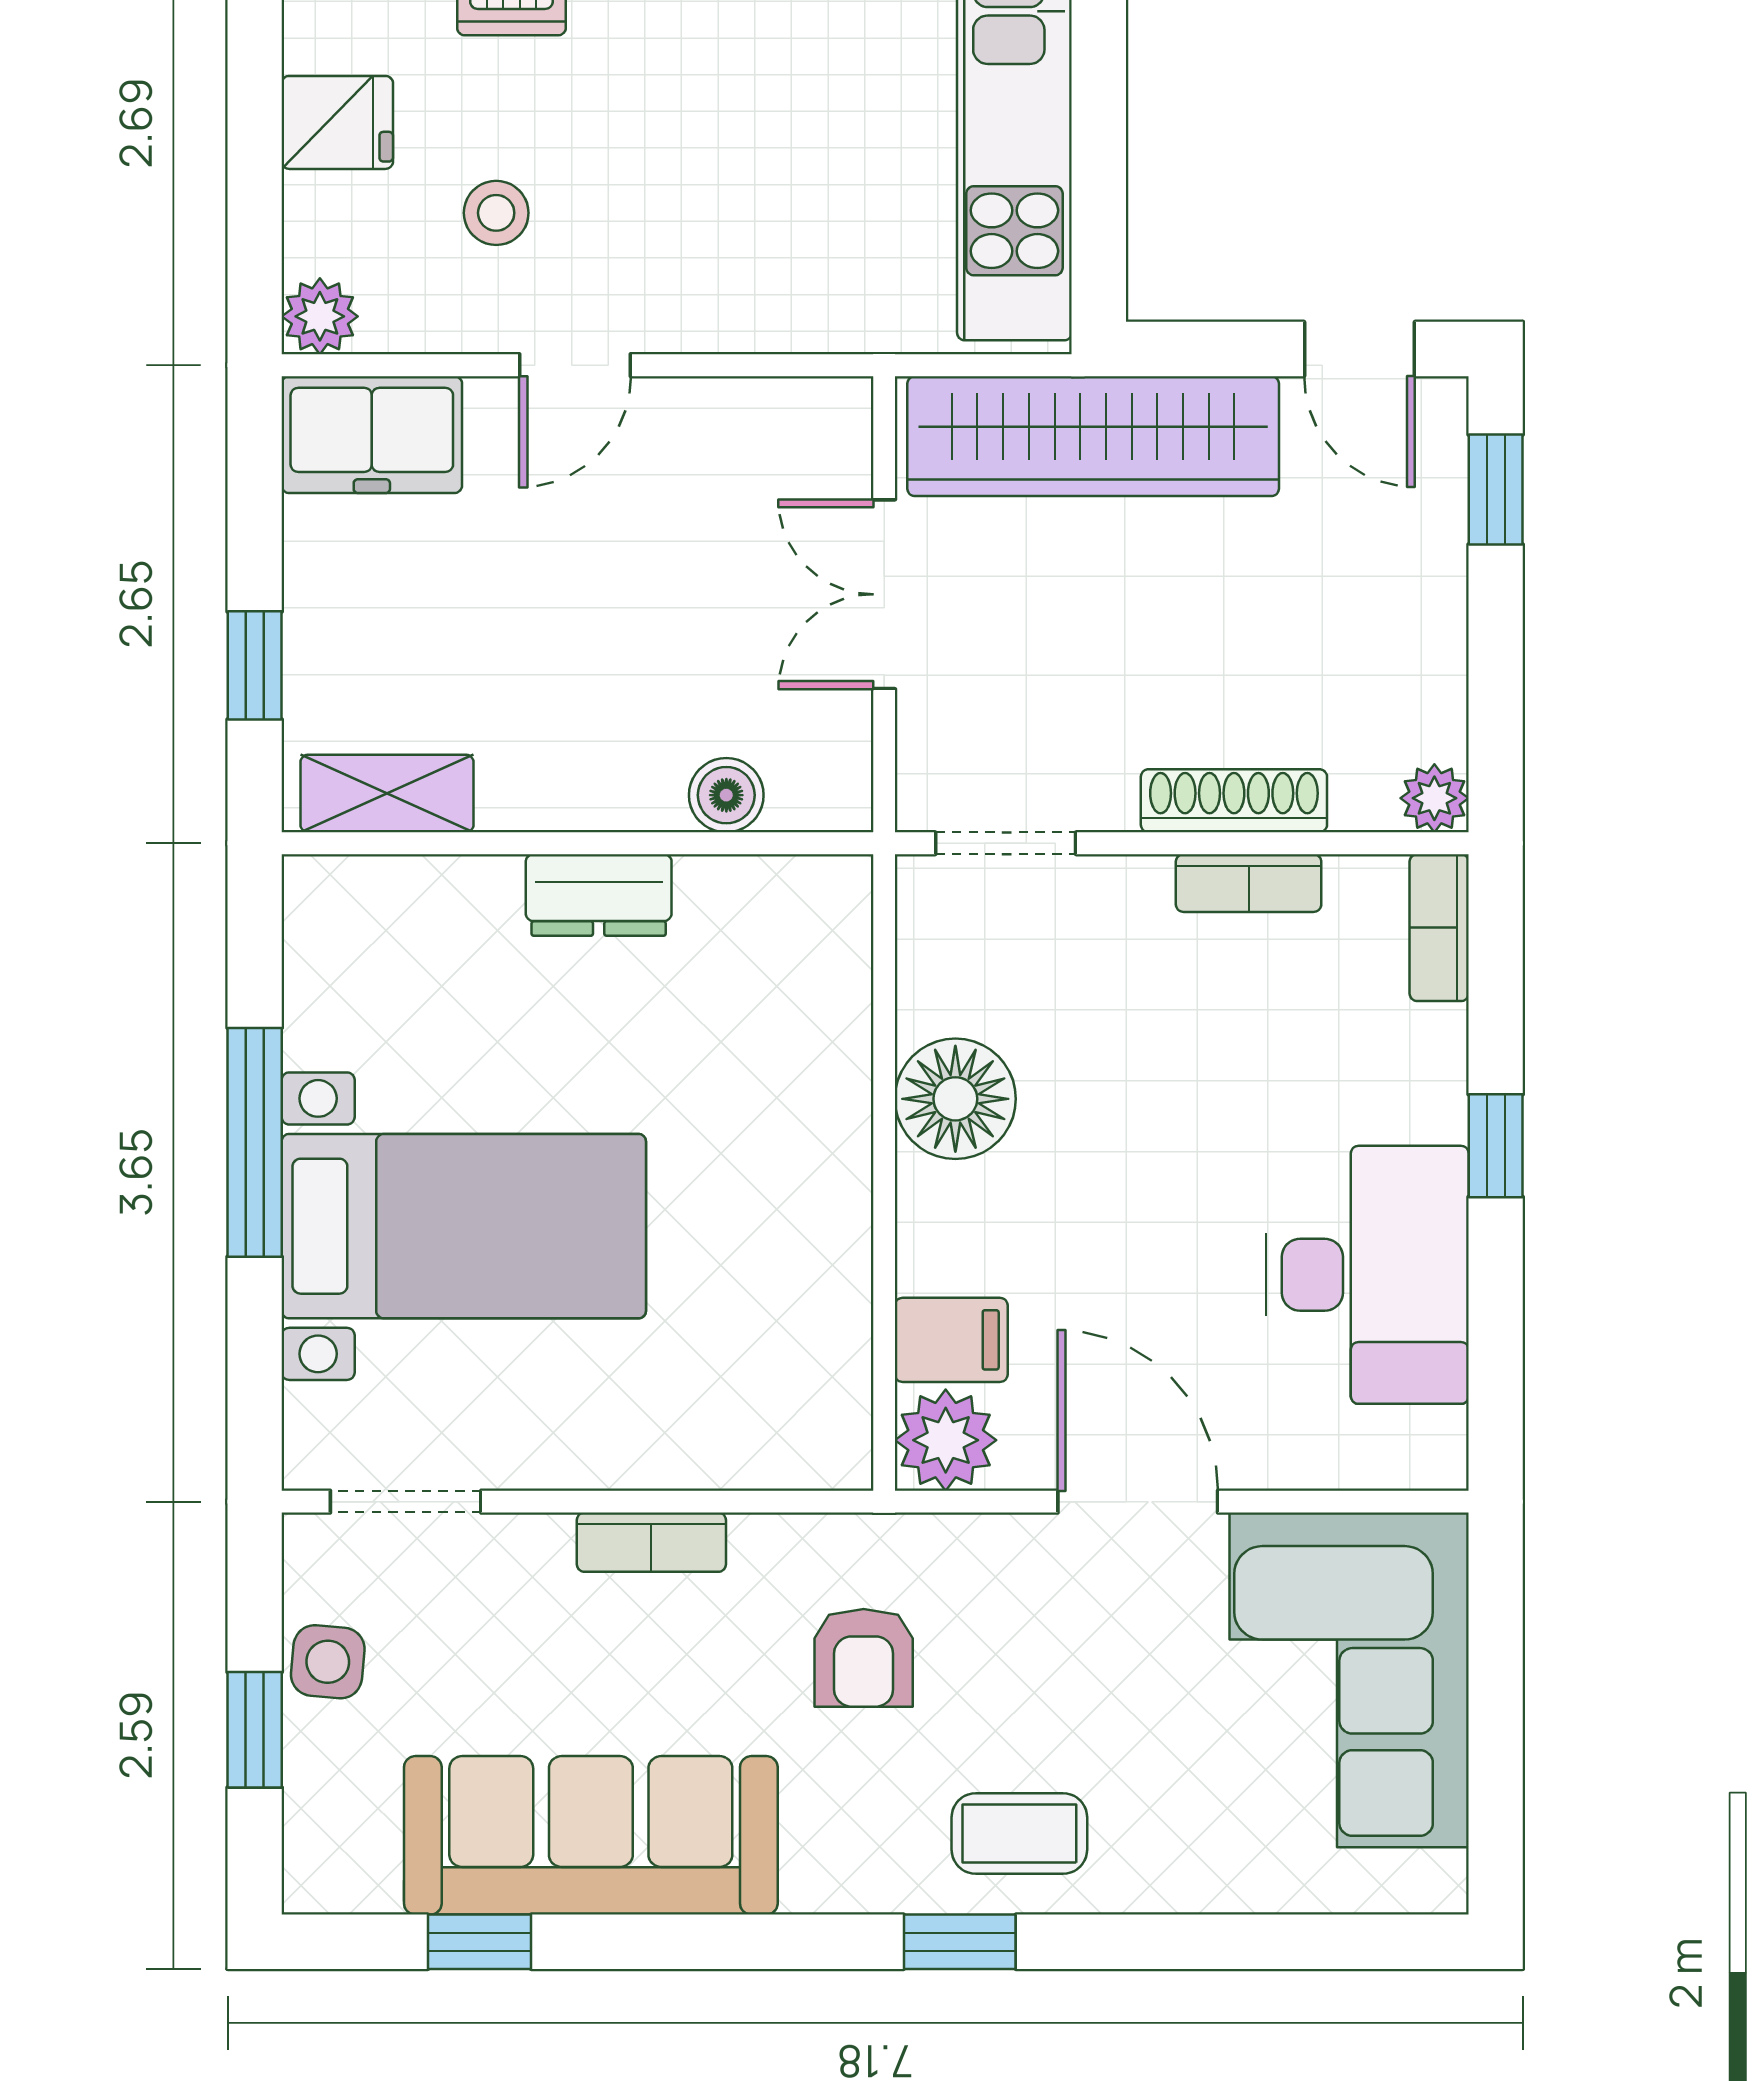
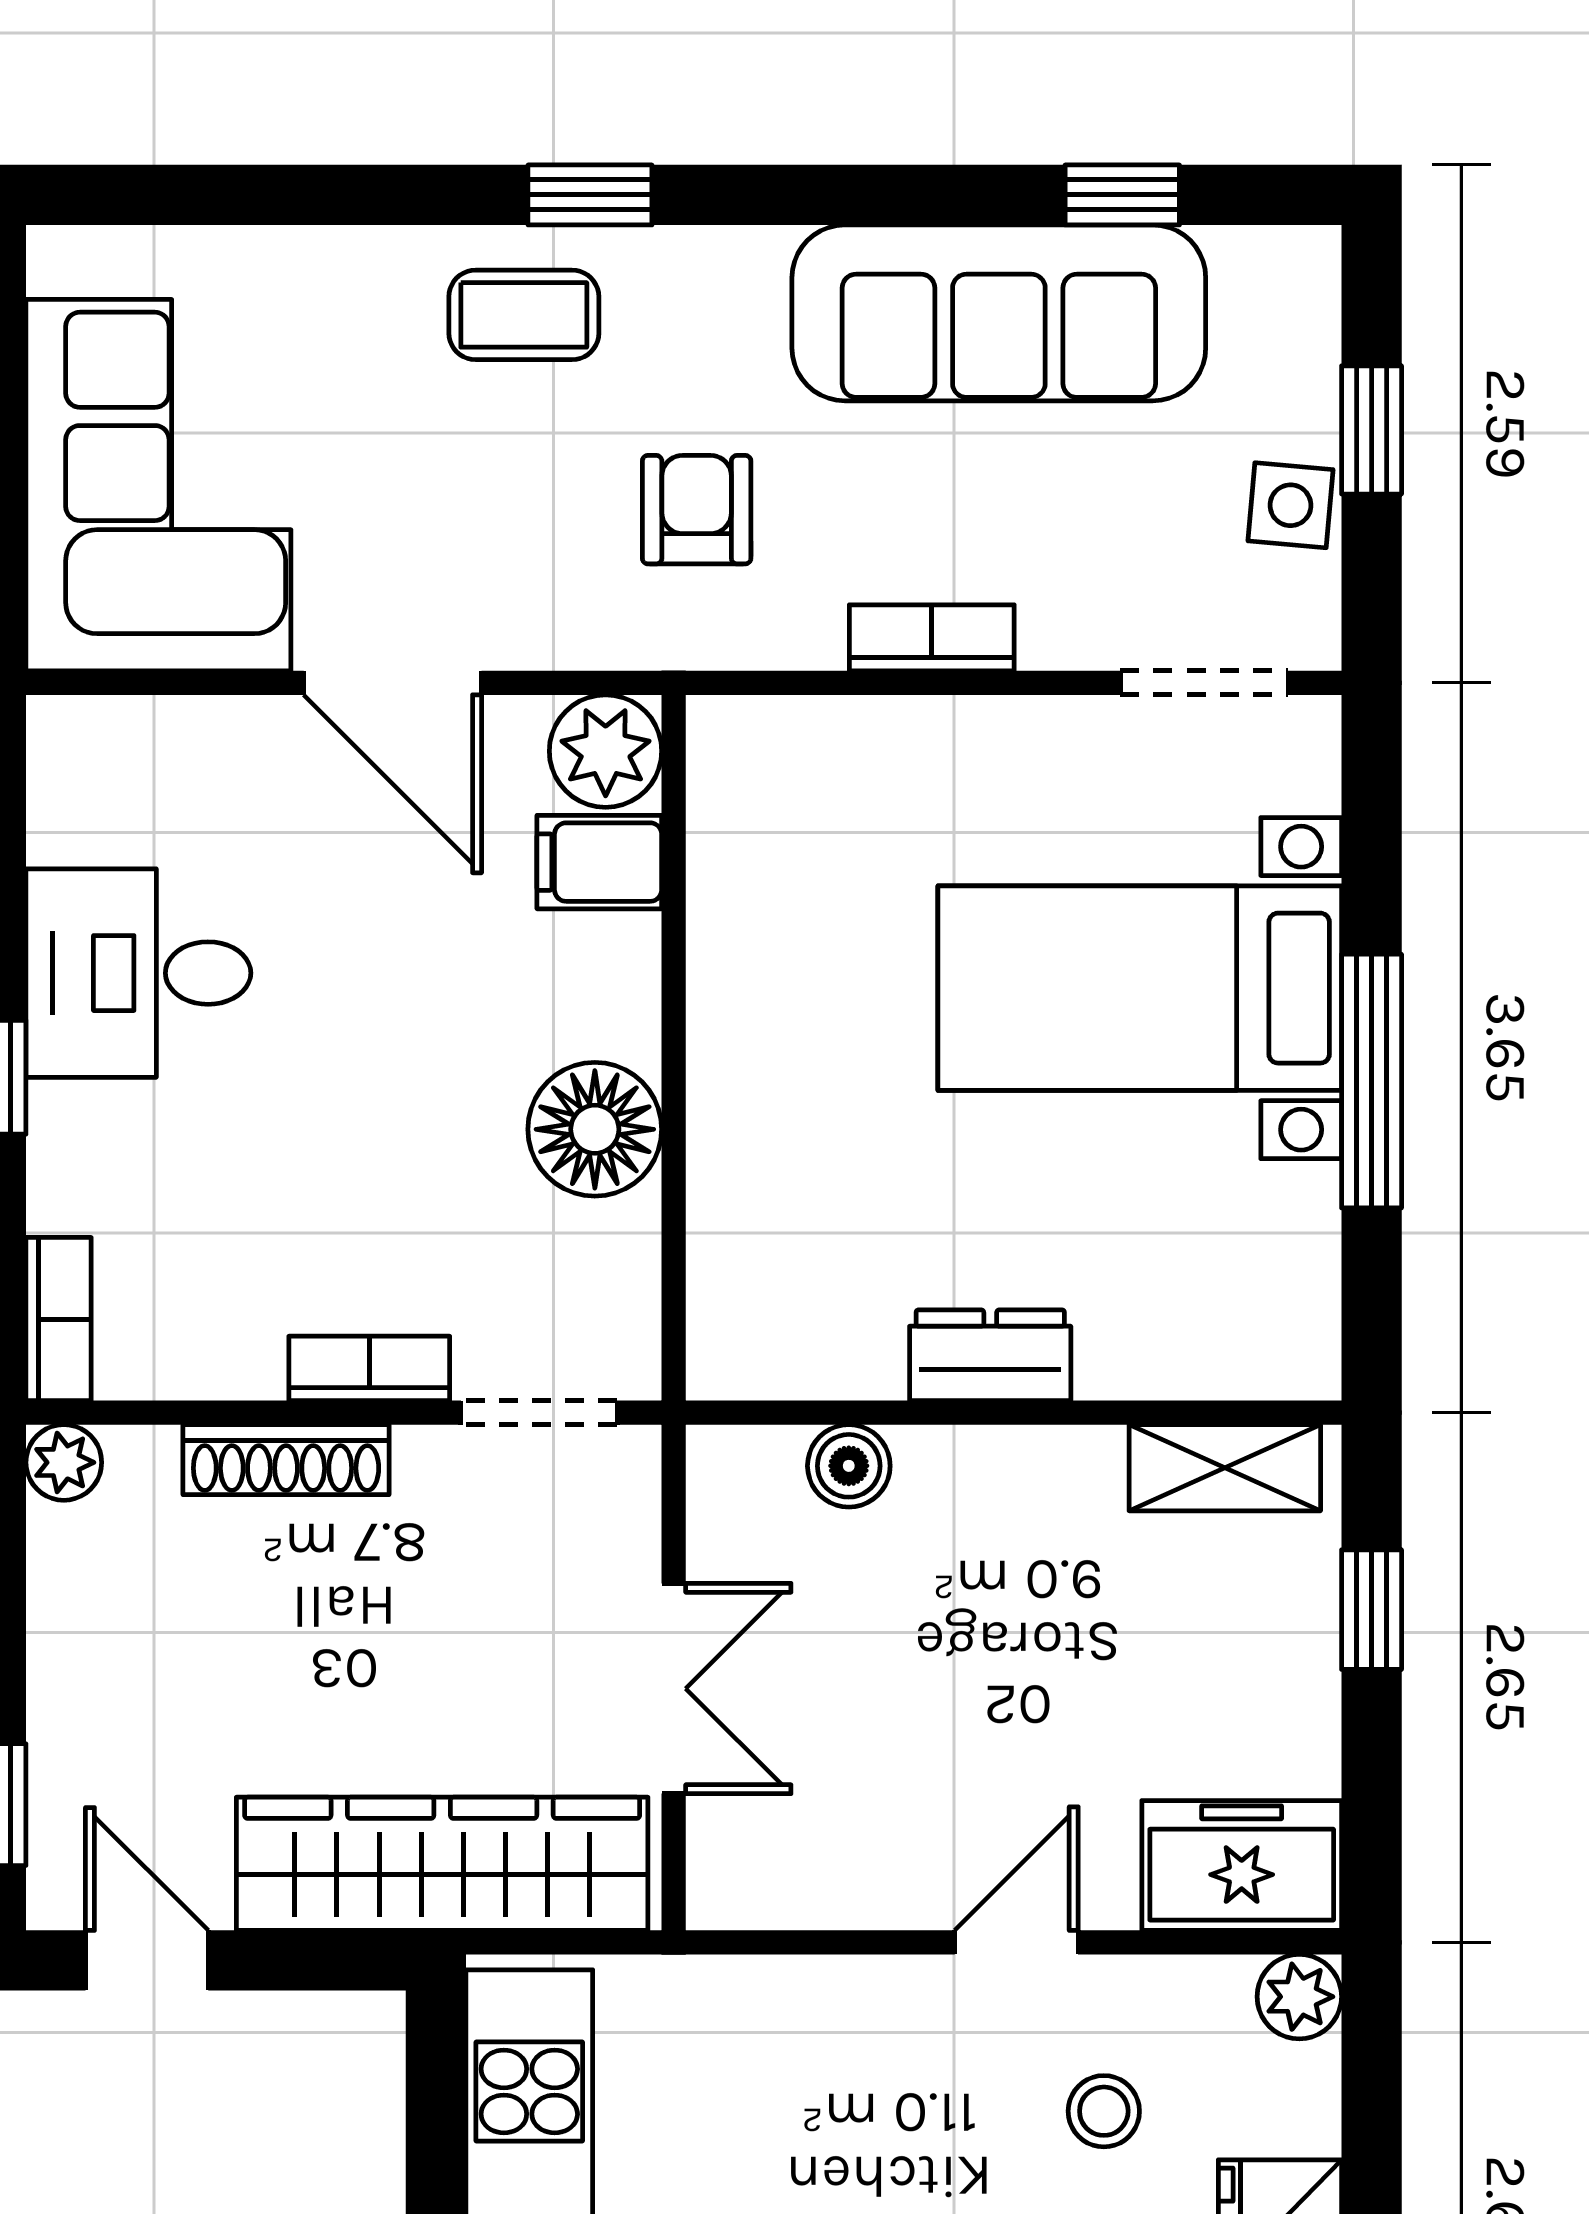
bookcase: (1249, 883) -> (369, 1368), moved
desk: (1367, 1275) -> (138, 973), width x0.73

